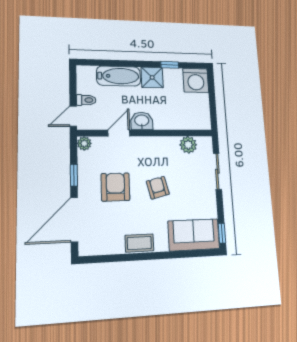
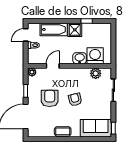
washing machine: (196, 80) -> (95, 56), moved, turned 180
door: (73, 116) -> (26, 35), moved
washbasin: (142, 121) -> (80, 58), moved

